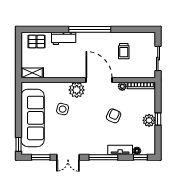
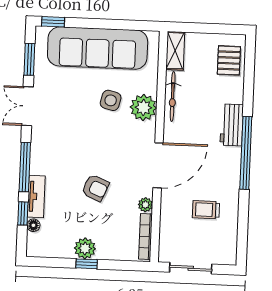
workbench: (64, 38) -> (232, 125), moved
bicycle: (59, 73) -> (173, 97), added
plant: (77, 90) -> (143, 108), moved
window: (140, 157) -> (23, 213), moved

